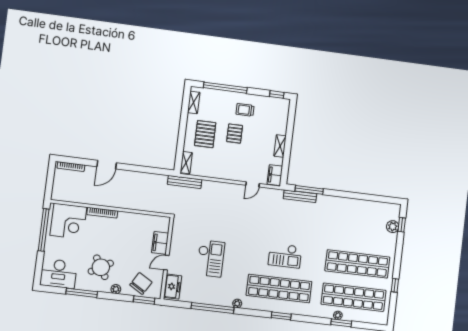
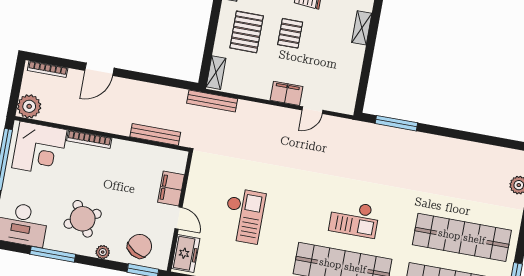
shelving: (280, 146) -> (362, 28), moved
filing cabinet: (275, 175) -> (286, 93), moved, turned 90
plant: (60, 193) -> (29, 106), added
bench: (300, 196) -> (155, 134), moved
door: (166, 263) -> (179, 218), swing flipped

